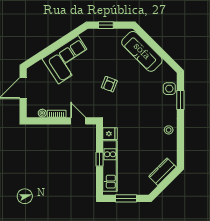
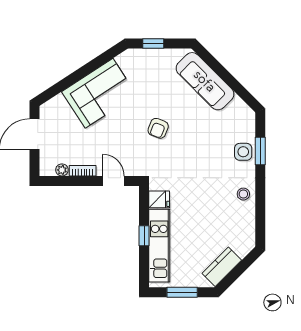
side table: (169, 89) -> (243, 152), moved
kitchen counter: (163, 172) -> (222, 267), moved

